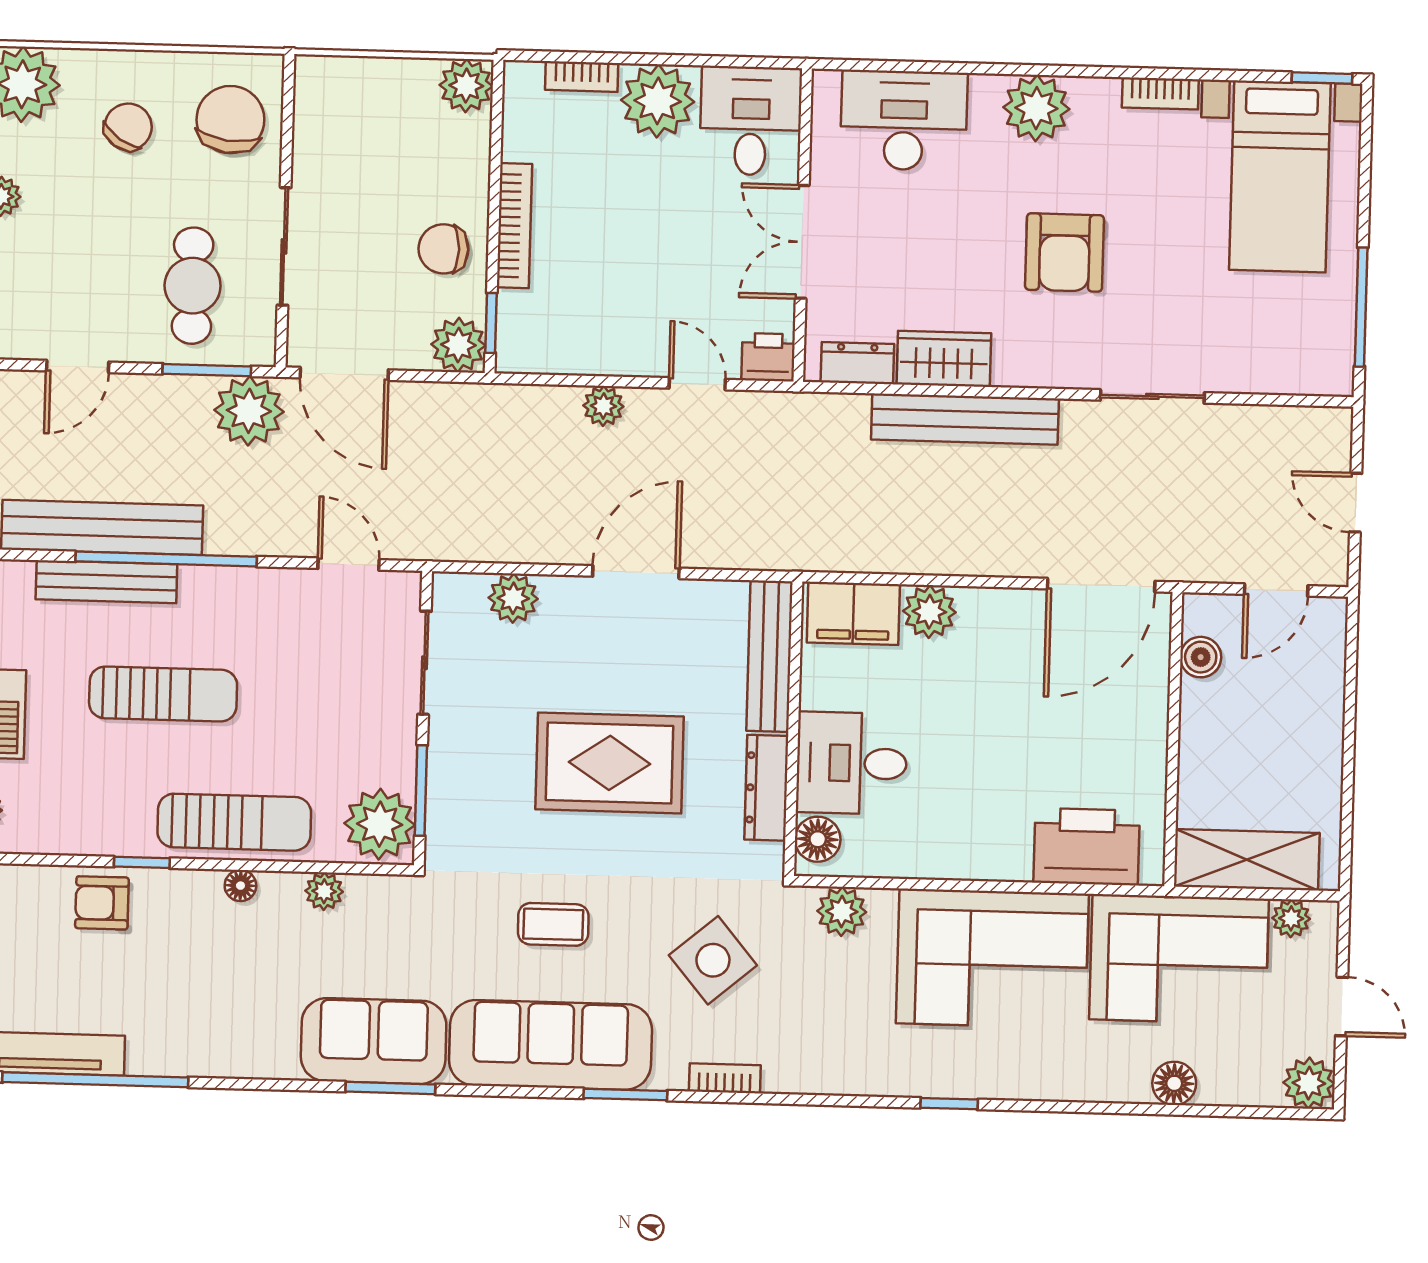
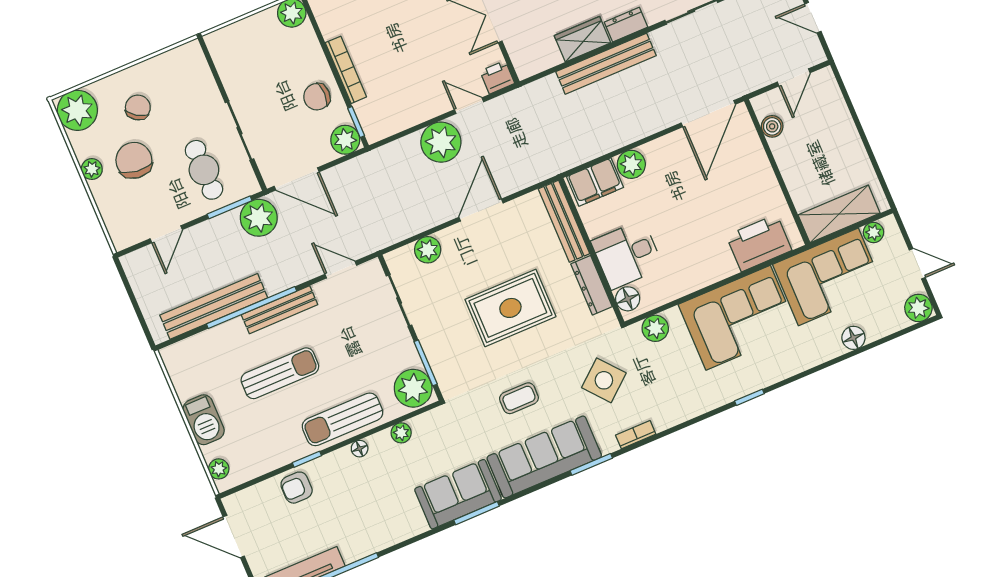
chair: (230, 120) -> (134, 160), moved
dresser: (857, 363) -> (626, 25), moved
plant: (603, 406) -> (441, 142), width x1.87, depth x1.87
bench: (106, 582) -> (280, 310), moved
sun lounger: (234, 822) -> (343, 419), turned 180

